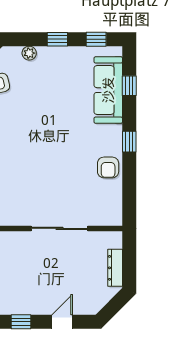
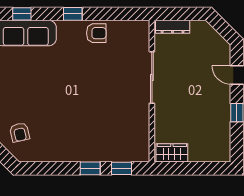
dresser: (115, 268) -> (173, 27), moved

